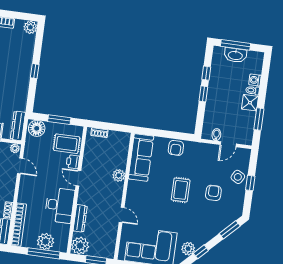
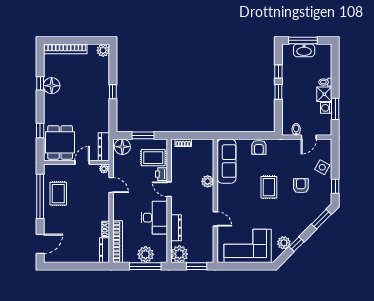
washing machine: (255, 80) -> (326, 108), moved
window: (250, 183) -> (335, 186), moved

